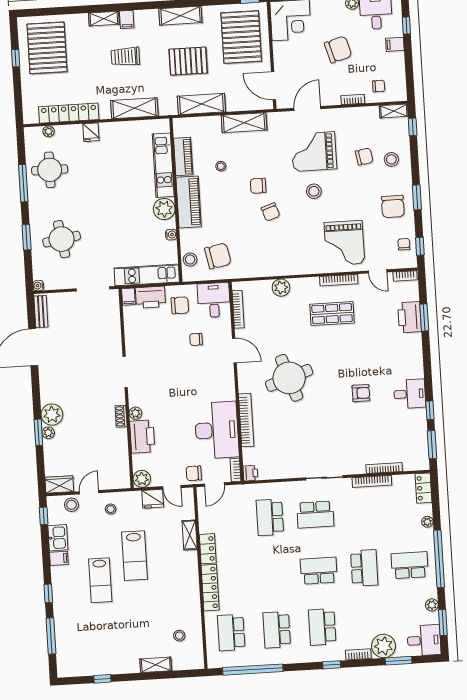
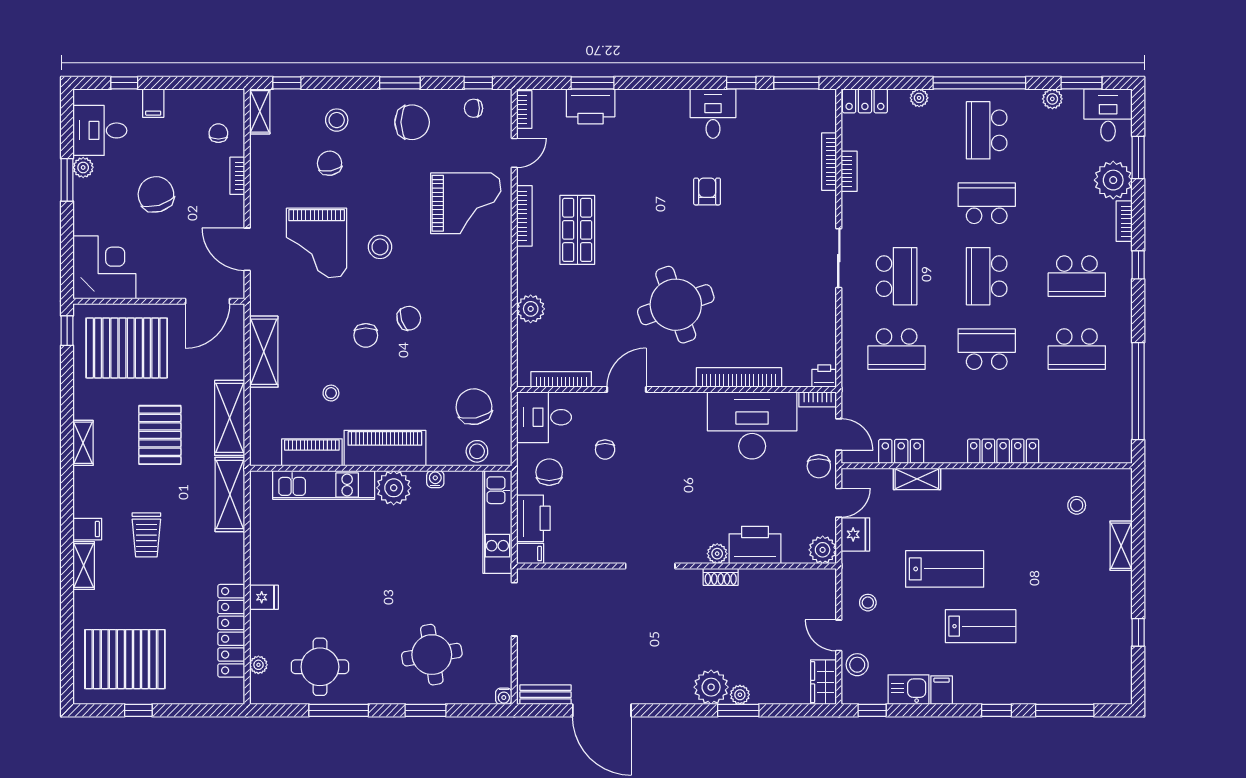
shelving: (180, 16) -> (83, 443), width x0.67, depth x0.75
shelving: (134, 108) -> (230, 494), moved
bookcase: (372, 481) -> (849, 171), width x0.64
locker: (208, 549) -> (901, 451), moved
school desk: (231, 633) -> (987, 349), moved, turned 180

